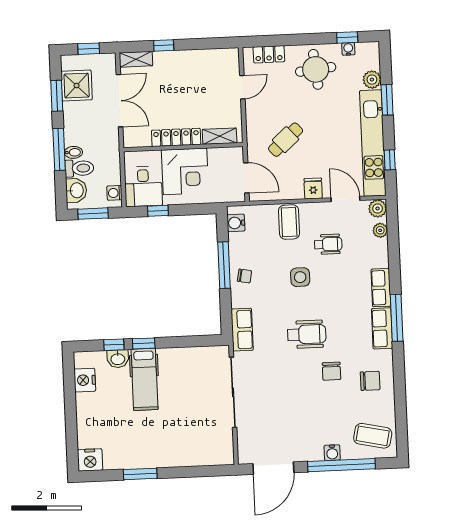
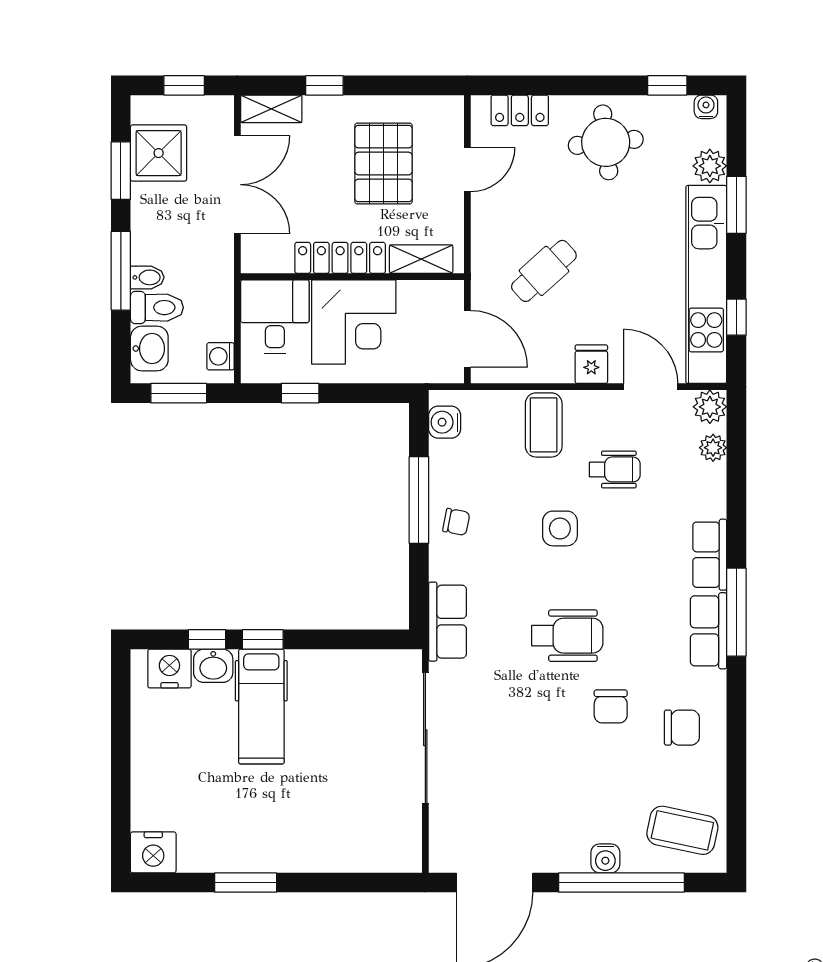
water cooler: (348, 49) -> (706, 107), moved
pallet: (197, 86) -> (384, 164), added
desk: (143, 186) -> (275, 317), moved, turned 180
nightstand: (85, 380) -> (169, 669), moved, turned 90

